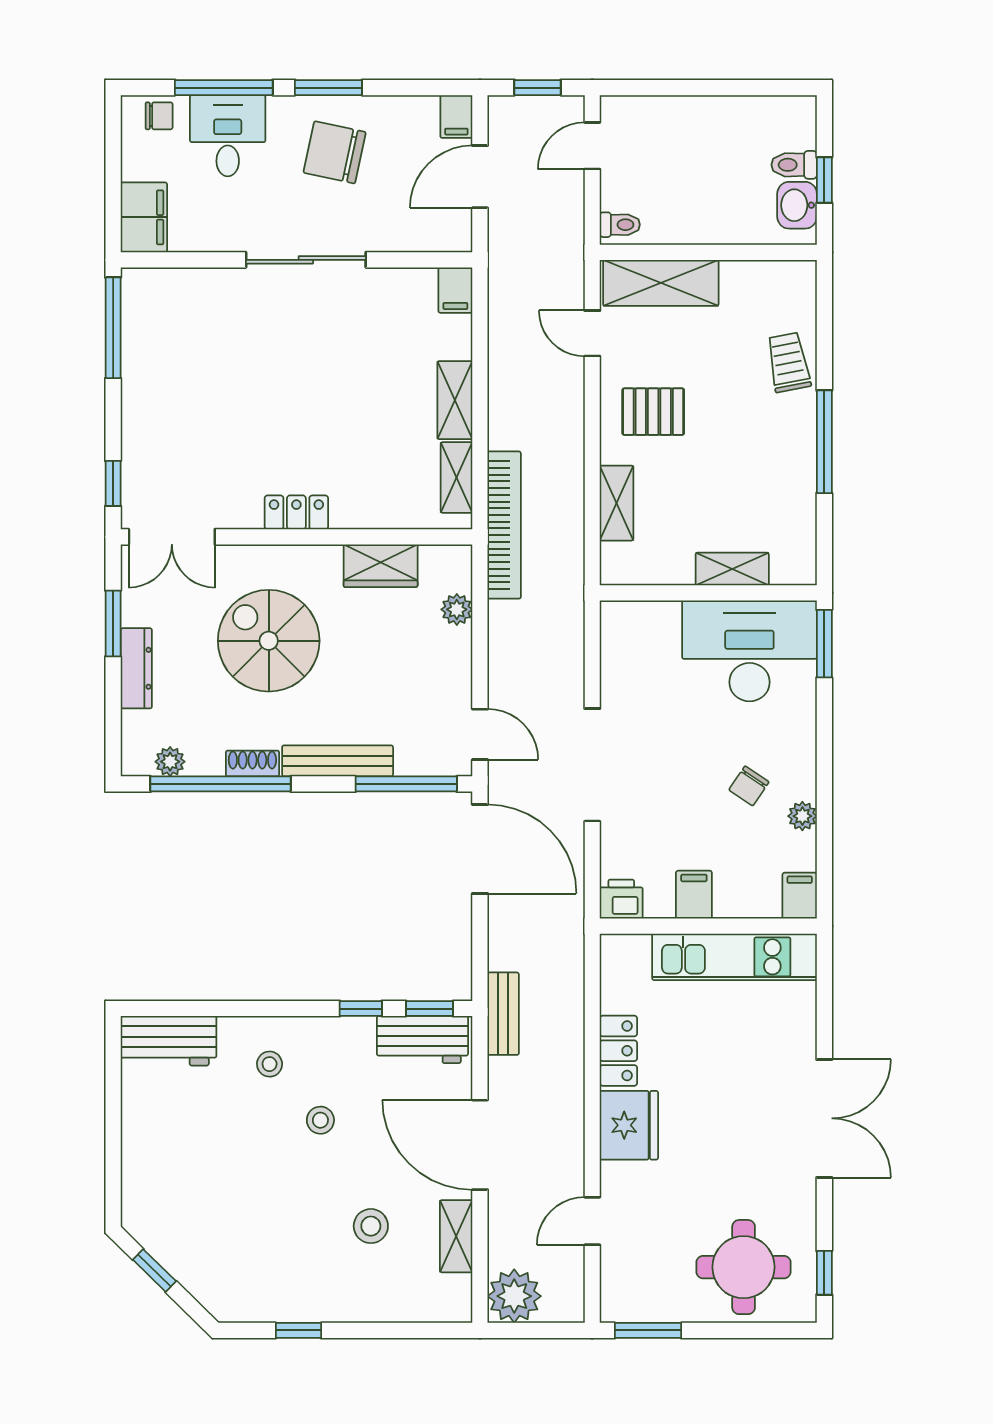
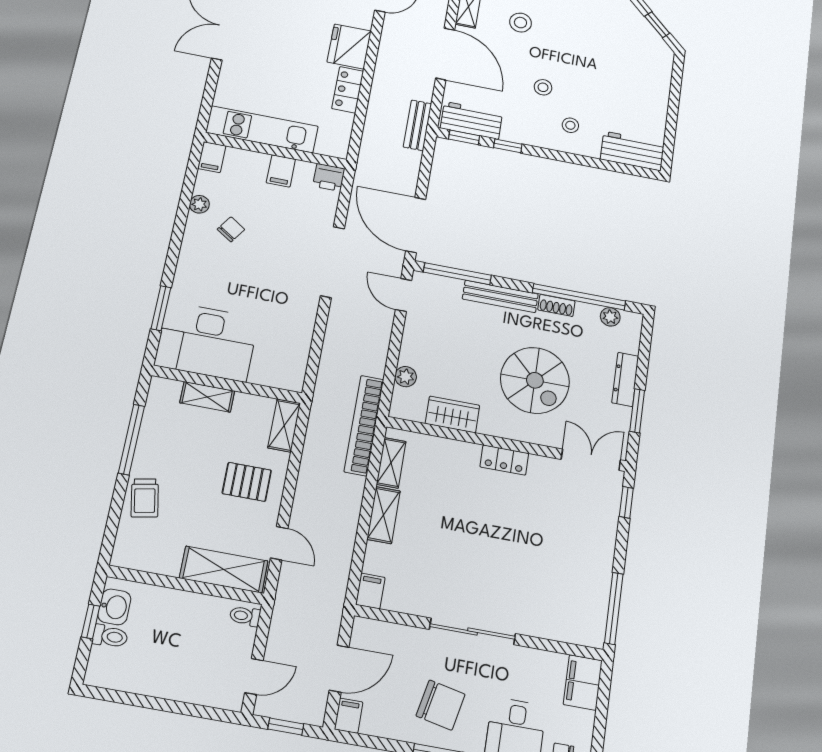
shelving: (732, 569) -> (207, 397), moved
wall: (708, 593) -> (227, 384), moved
desk: (749, 651) -> (207, 342), moved

